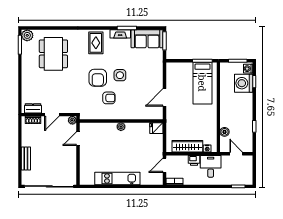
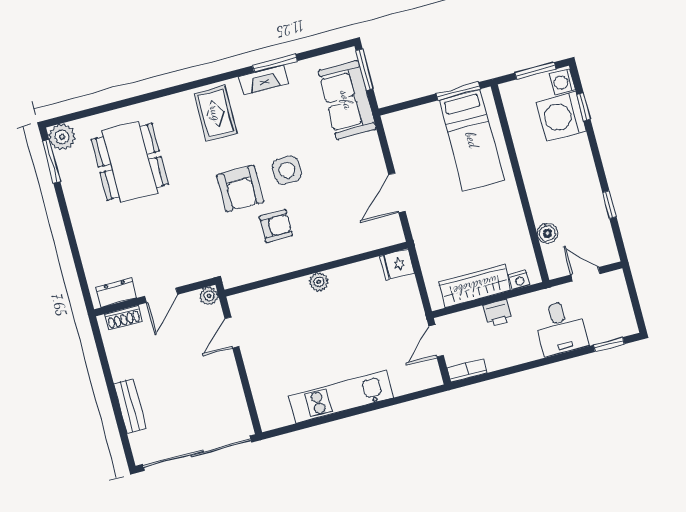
sofa: (147, 39) -> (347, 100), moved, turned 90
desk: (211, 166) -> (561, 328), moved, turned 180

